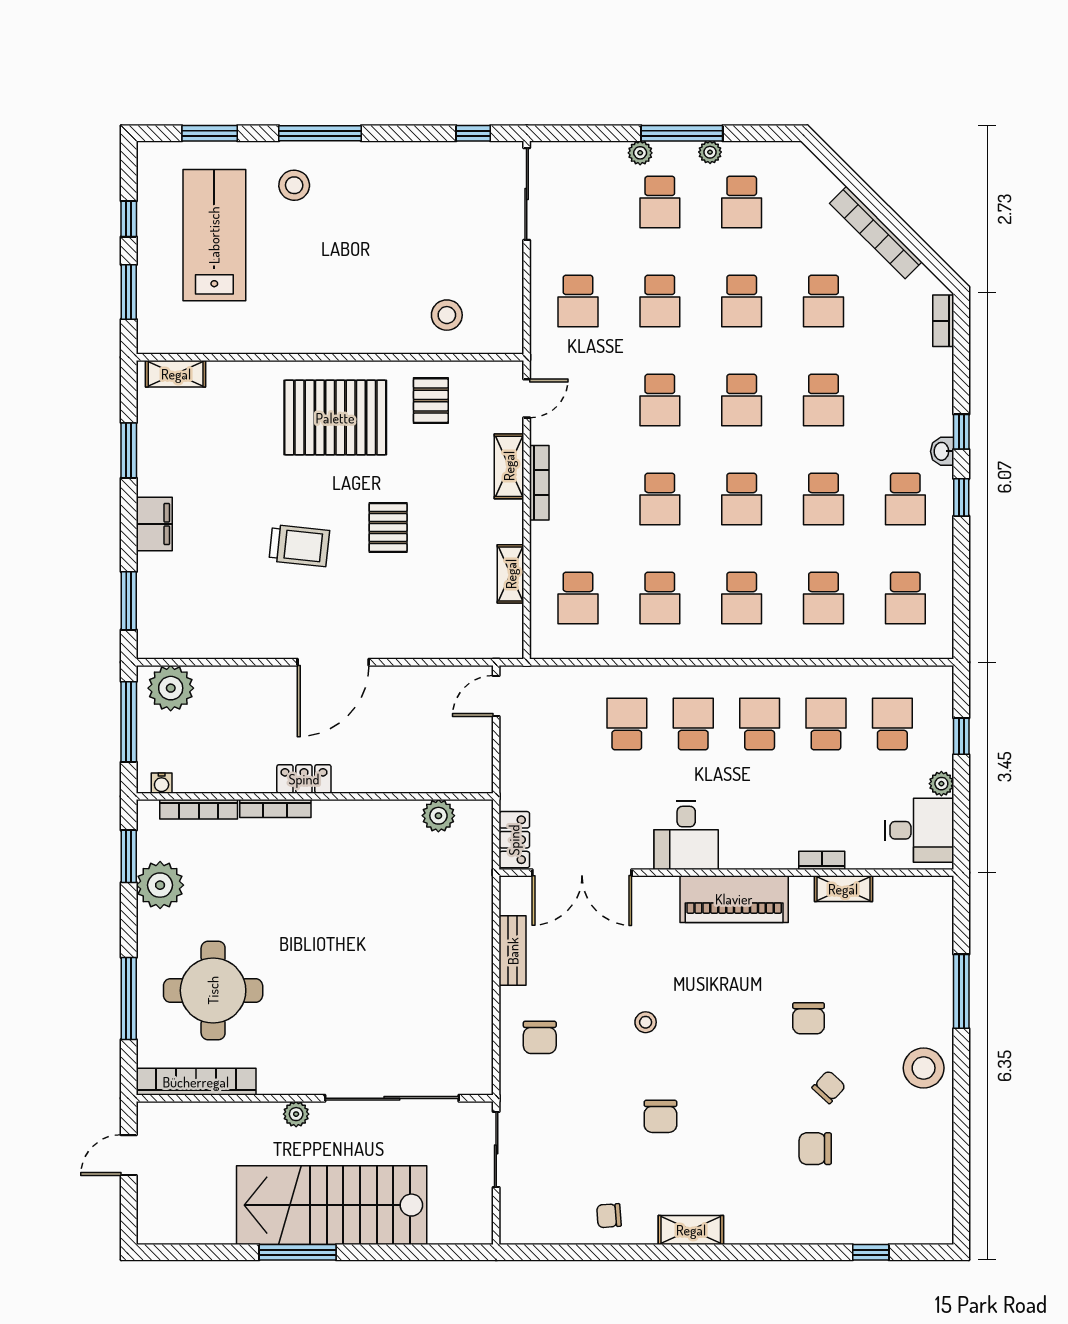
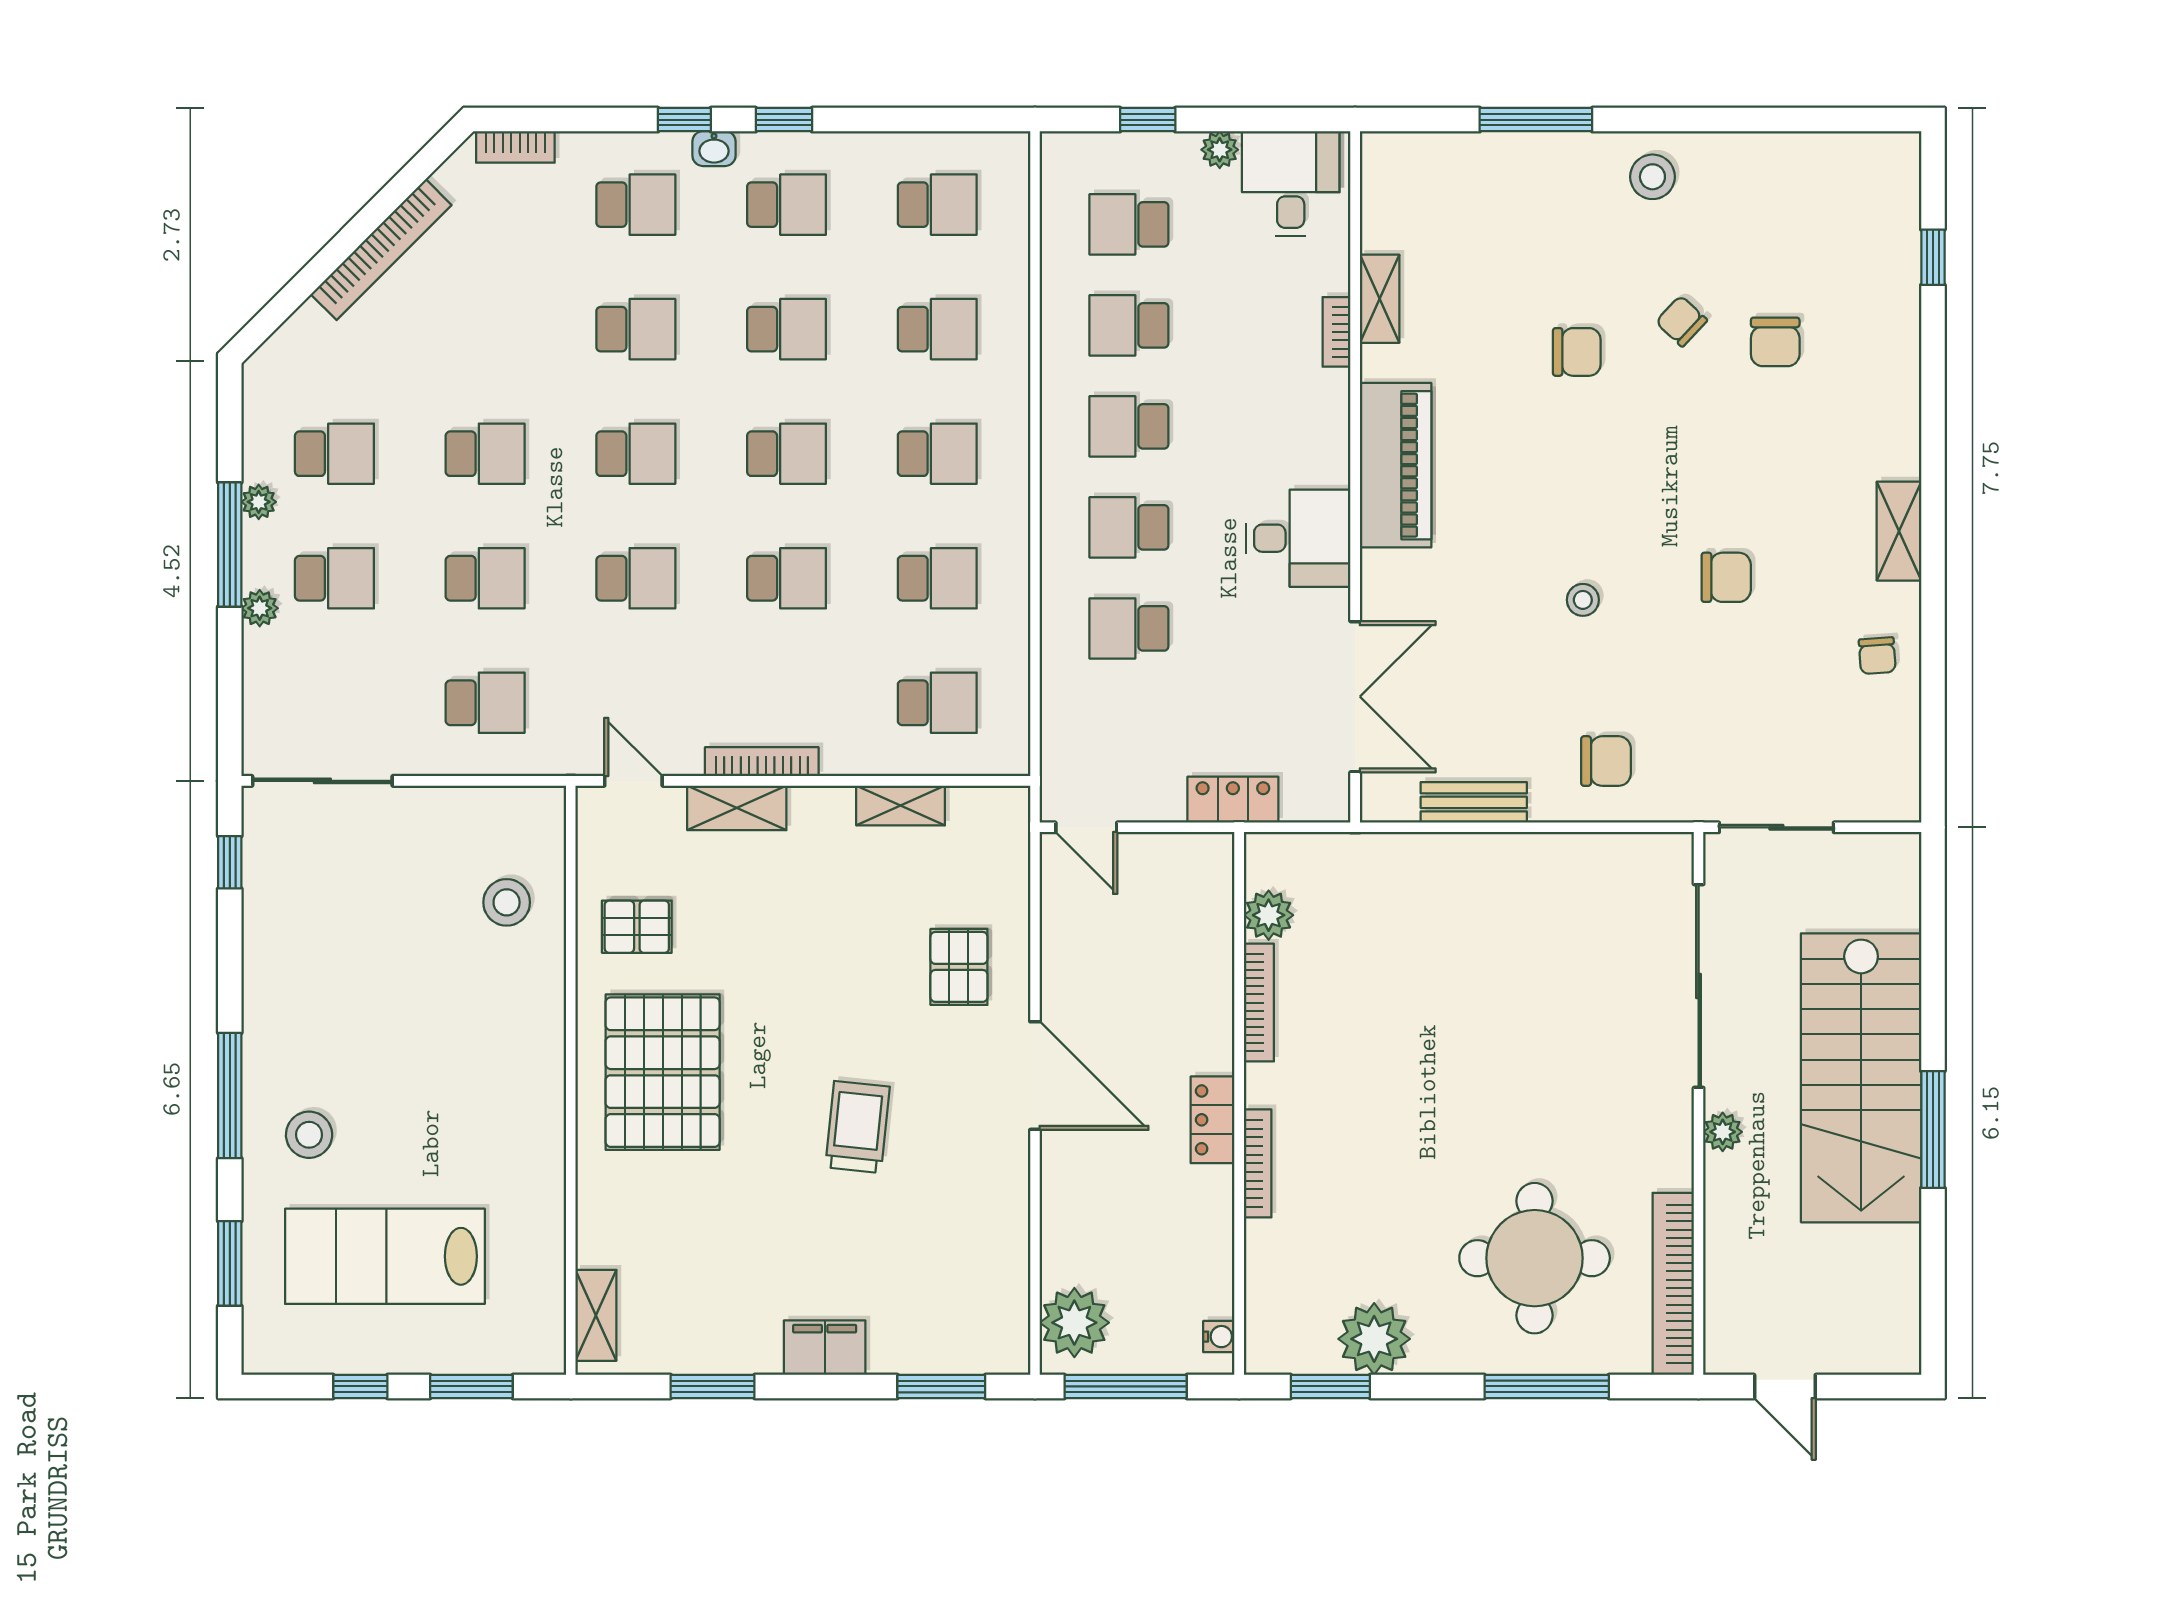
school desk: (823, 301) -> (636, 205), moved
pallet: (388, 528) -> (959, 967), moved, turned 90
bookcase: (199, 809) -> (1259, 1003), moved
locker: (514, 840) -> (1233, 800), moved
stool: (924, 1068) -> (1652, 177), width x0.73, depth x0.73

